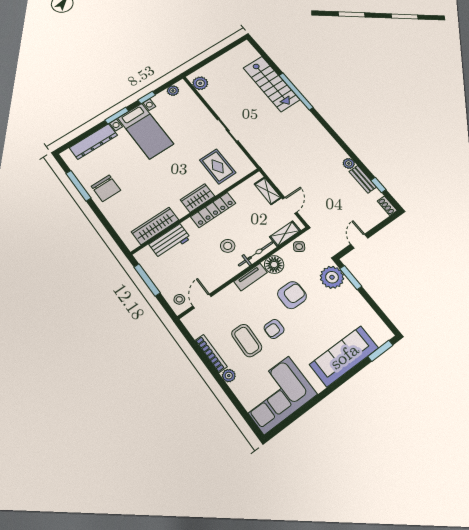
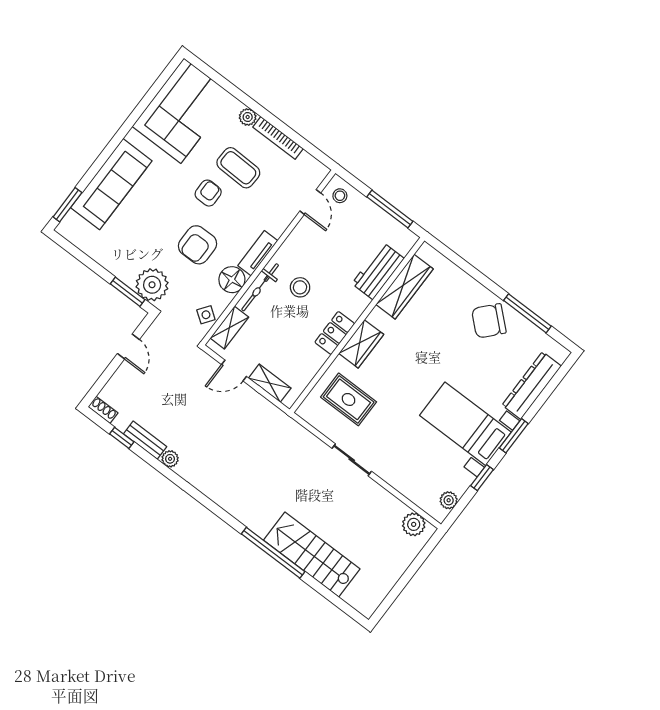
chair: (106, 188) -> (489, 321), turned -48
door: (290, 205) -> (234, 371), hinge flipped
locker: (213, 210) -> (335, 333), width x0.66

